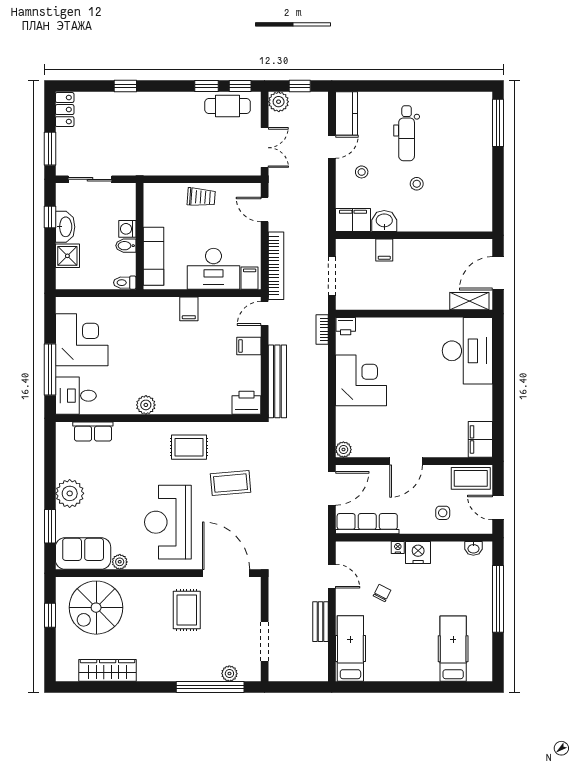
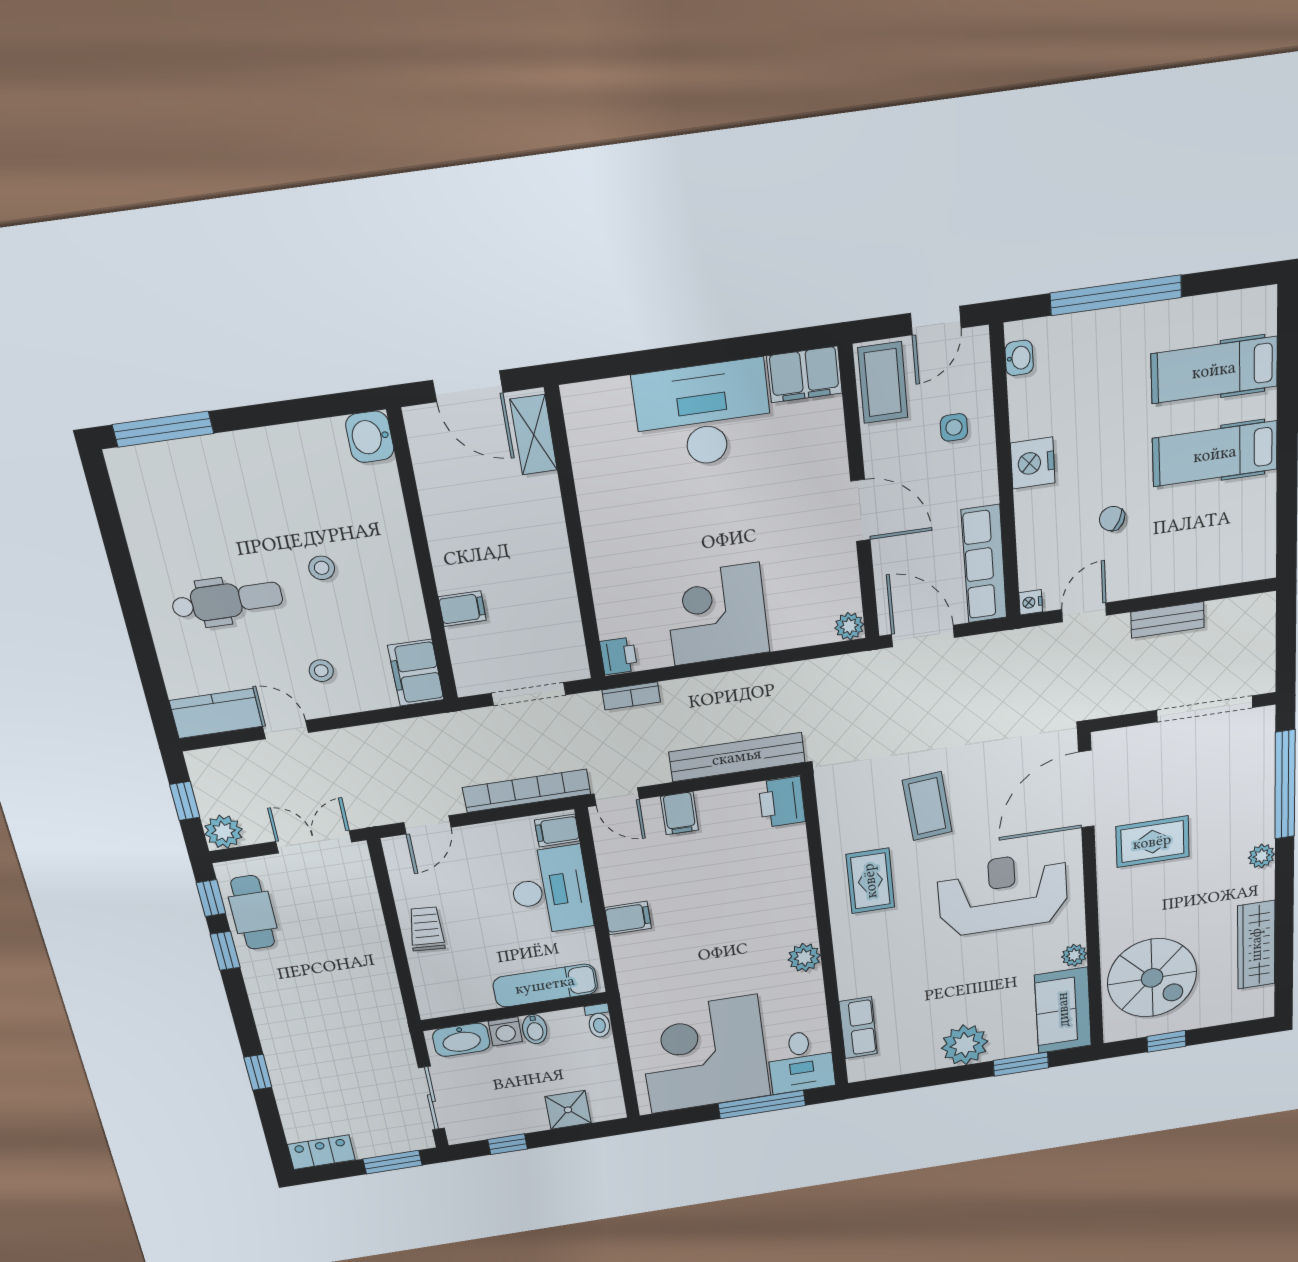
washbasin: (384, 221) -> (370, 437), moved
washbasin: (65, 227) -> (461, 1040), moved, turned 180
corner desk: (82, 340) -> (704, 1054), width x1.36, depth x1.36
desk: (467, 351) -> (703, 415), moved
reception desk: (168, 522) -> (1003, 894), turned 180
nightstand: (398, 547) -> (1031, 602), moved
doorway: (265, 641) -> (1205, 709), width x1.36
hospital bed: (350, 649) -> (1215, 454), moved
plant: (229, 674) -> (1262, 856), moved

